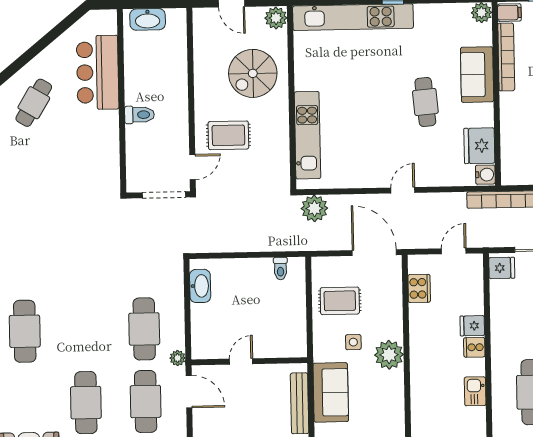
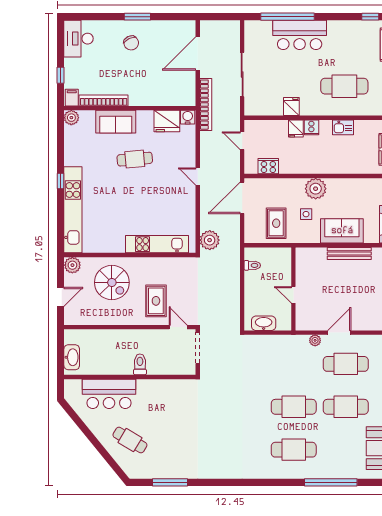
fridge: (502, 268) -> (291, 107), moved
cafe table: (144, 329) -> (294, 407), moved
door: (241, 361) -> (293, 295), moved
wall: (249, 361) -> (293, 289), moved

